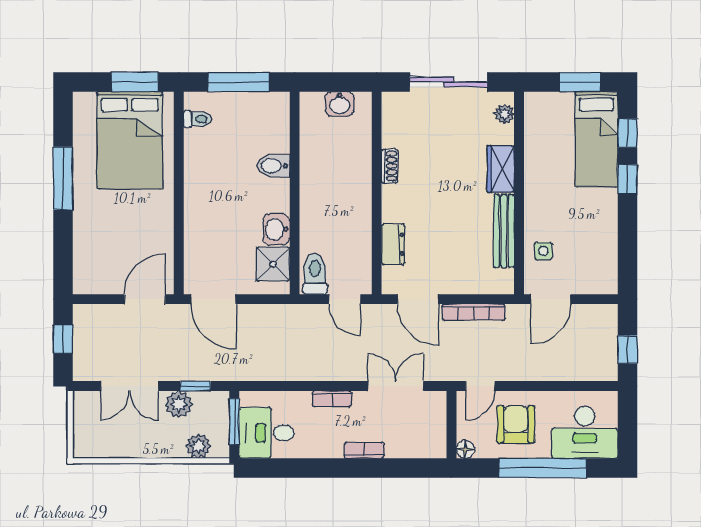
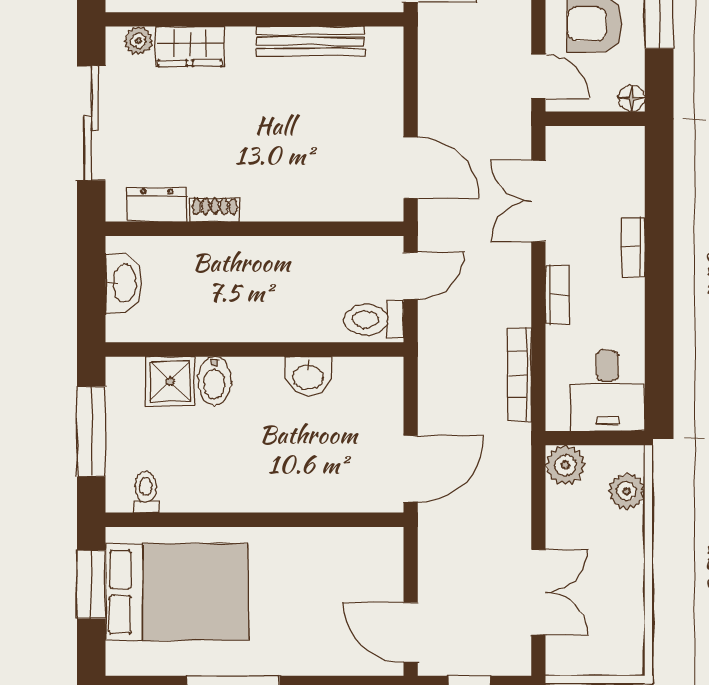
washbasin: (340, 104) -> (124, 283), width x1.38
wardrobe: (501, 169) -> (190, 46), moved
dresser: (393, 244) -> (157, 205), moved
shower: (273, 264) -> (170, 381), moved
door: (145, 299) -> (411, 632), moved
door: (418, 299) -> (411, 168), hinge flipped
bookcase: (474, 312) -> (519, 374), moved, turned 180
window: (195, 386) -> (538, 495), removed
plant: (179, 404) -> (565, 465), moved
window: (234, 421) -> (591, 438), removed

